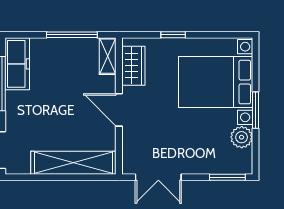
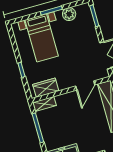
bed with nightstands: (216, 82) -> (42, 38), width x0.73
door: (119, 110) -> (85, 85), moved

